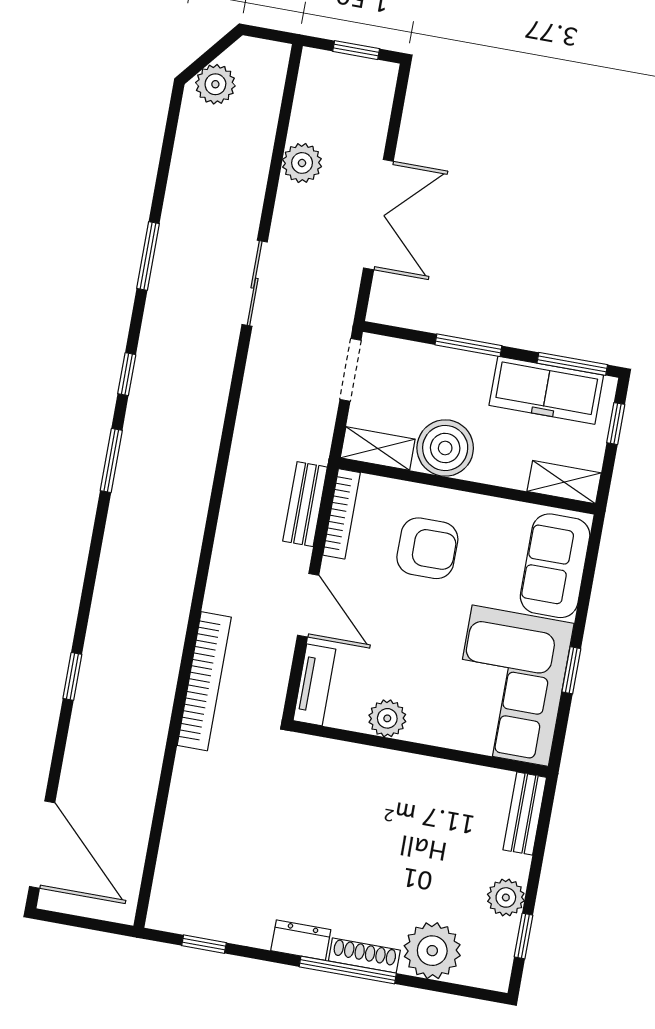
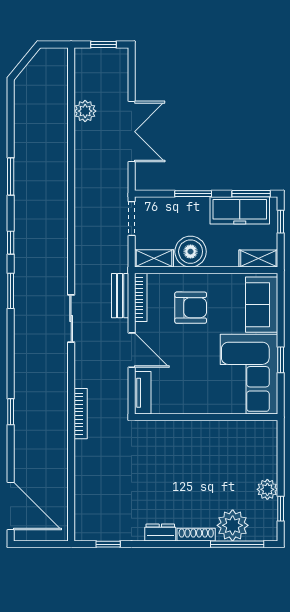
plant: (215, 84) -> (30, 77), removed
sliding door: (255, 283) -> (71, 318), moved
bookcase: (204, 681) -> (81, 414), width x0.68, depth x0.76
plant: (387, 718) -> (186, 404), removed
bench: (525, 814) -> (269, 442), removed
window: (348, 970) -> (237, 544), moved

